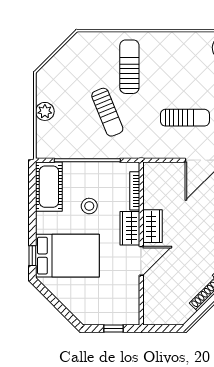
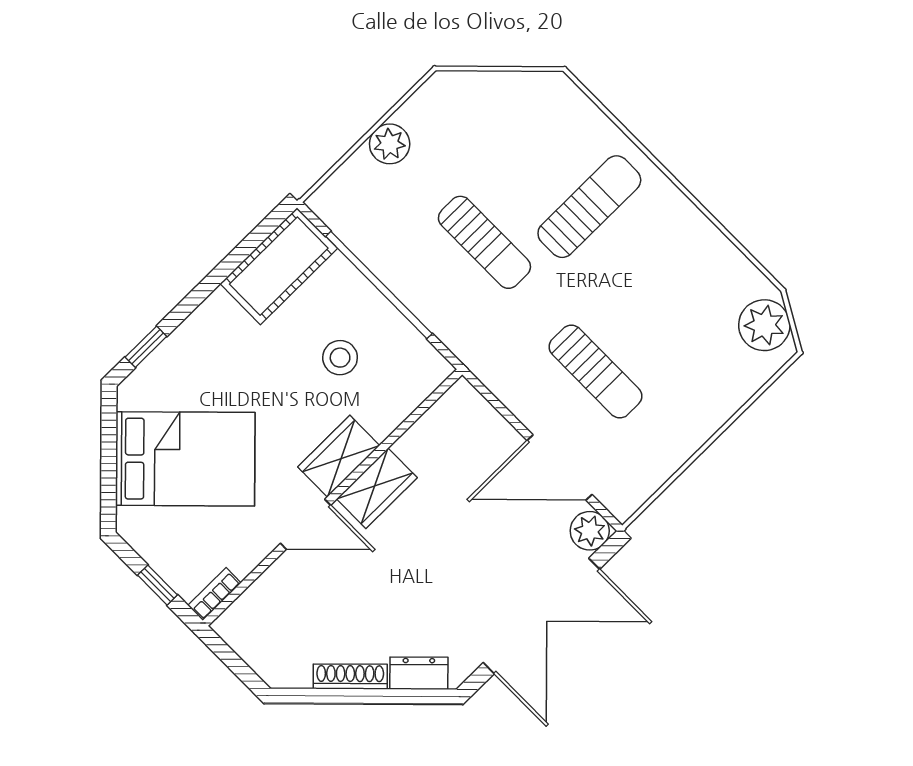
sun lounger: (107, 112) -> (484, 242), turned -68
bookcase: (135, 191) -> (214, 594), moved, width x0.64
stool: (89, 206) -> (340, 358), moved
bed: (67, 256) -> (185, 459), moved, turned -45

